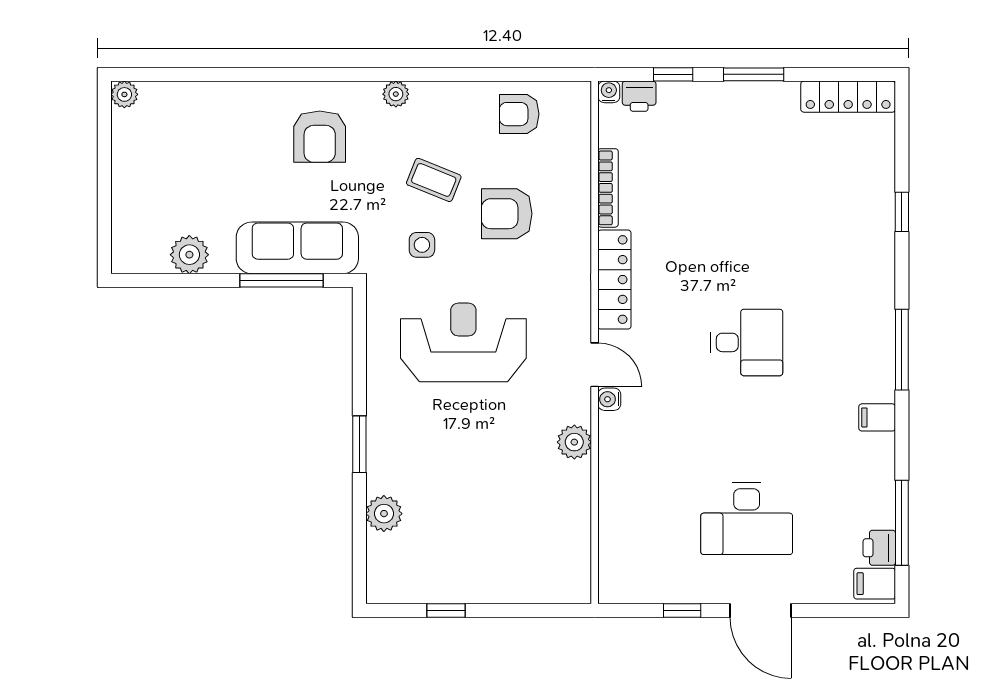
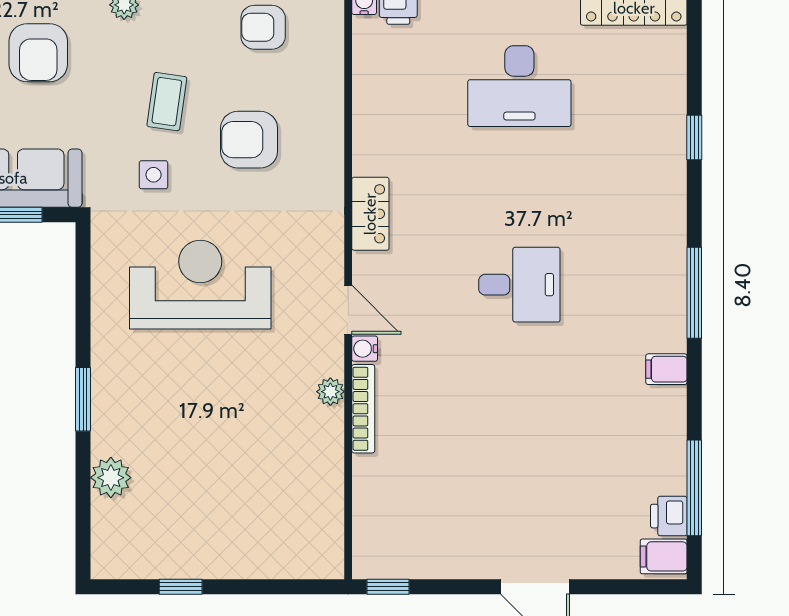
coffee table: (434, 180) -> (167, 102), turned 76
bookcase: (608, 188) -> (363, 409), moved
locker: (614, 280) -> (370, 214), width x0.66
plant: (574, 442) -> (330, 392), width x0.73, depth x0.73
desk: (747, 519) -> (519, 86), moved
window: (682, 610) -> (388, 587), moved

